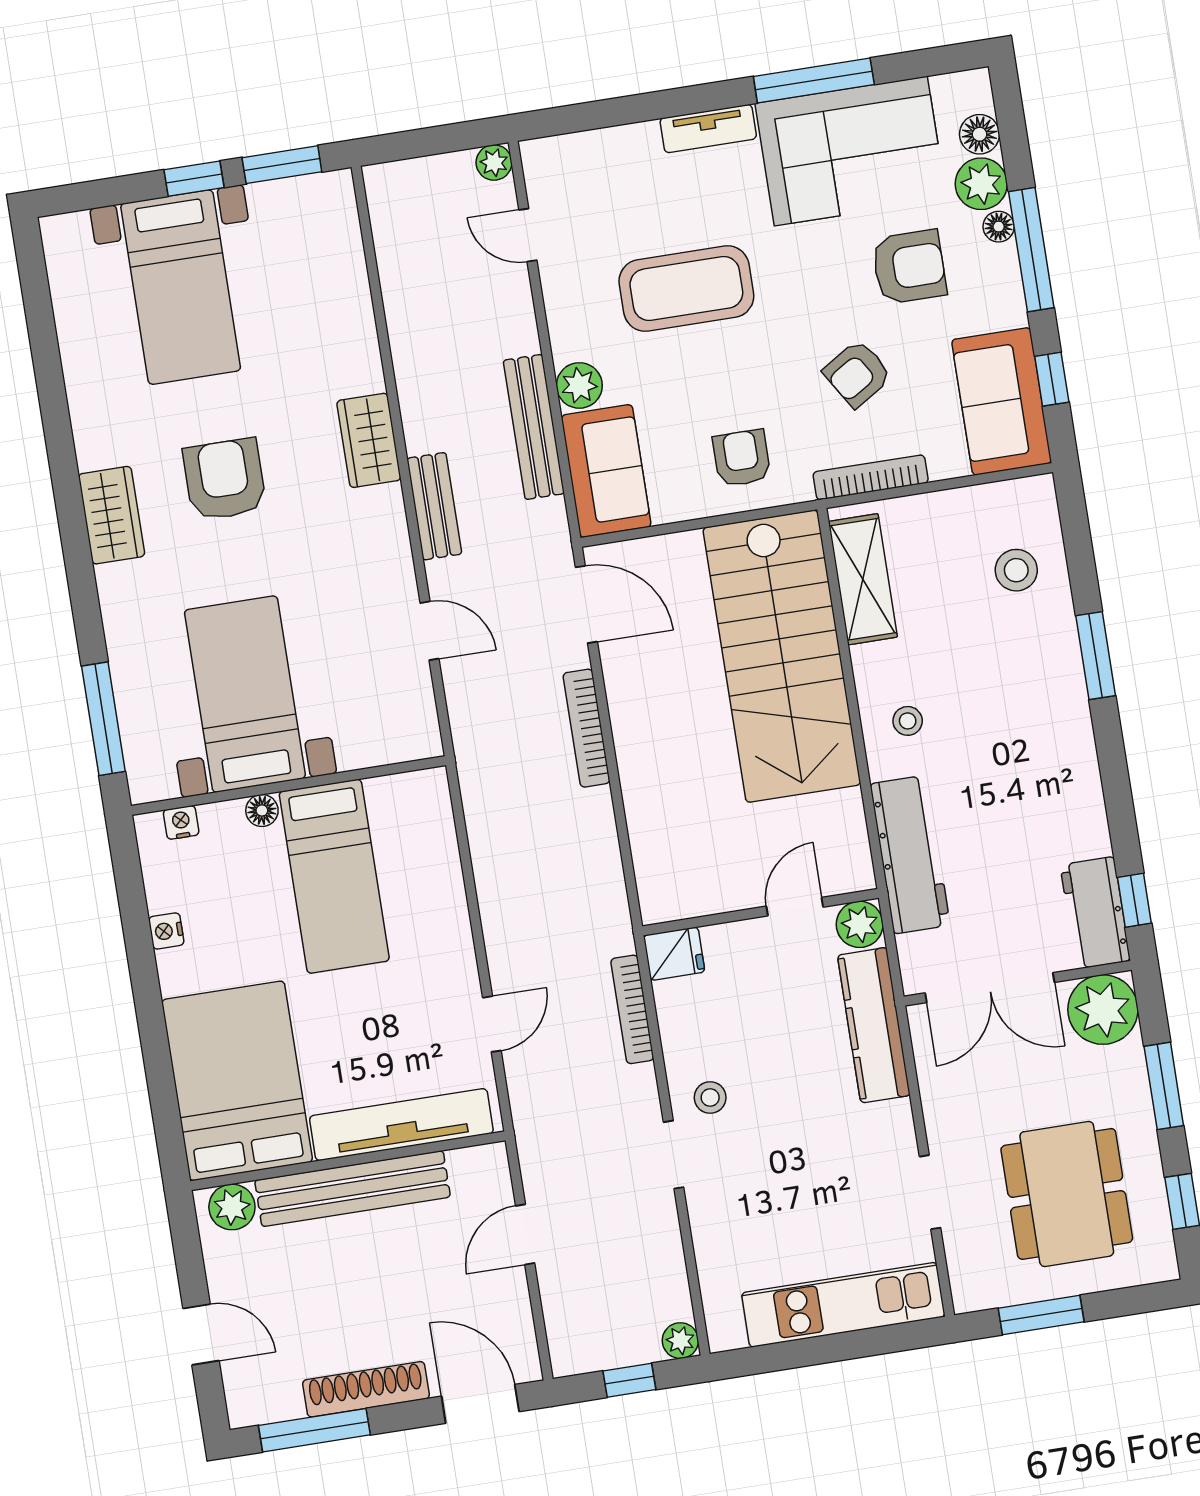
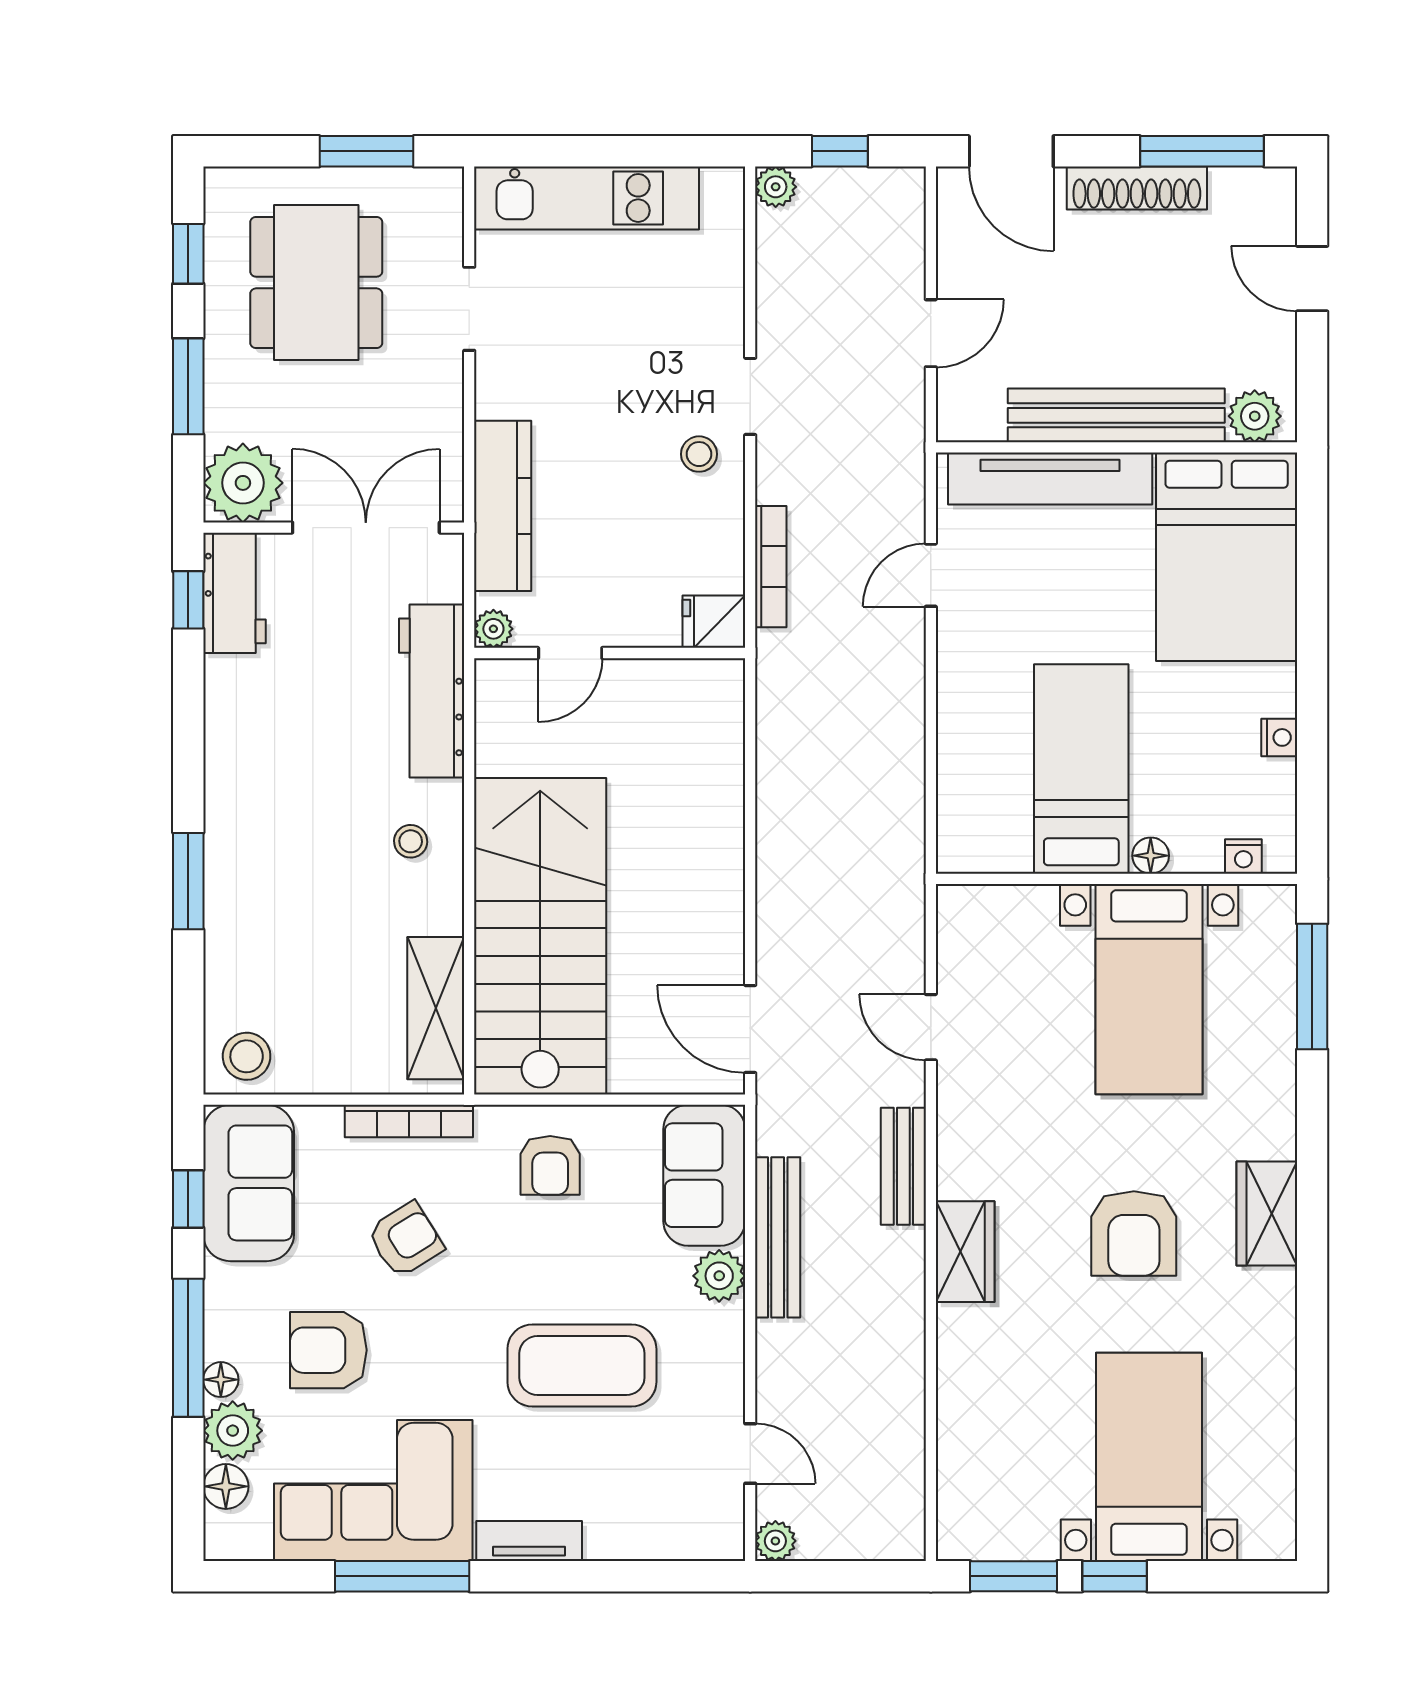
stool: (1016, 570) -> (247, 1056), moved
bookcase: (586, 728) -> (772, 890), removed
plant: (860, 924) -> (493, 629), width x0.73, depth x0.73

